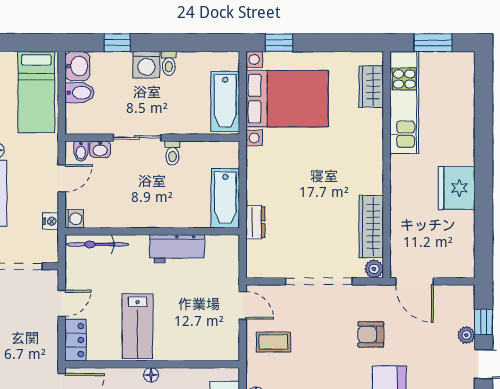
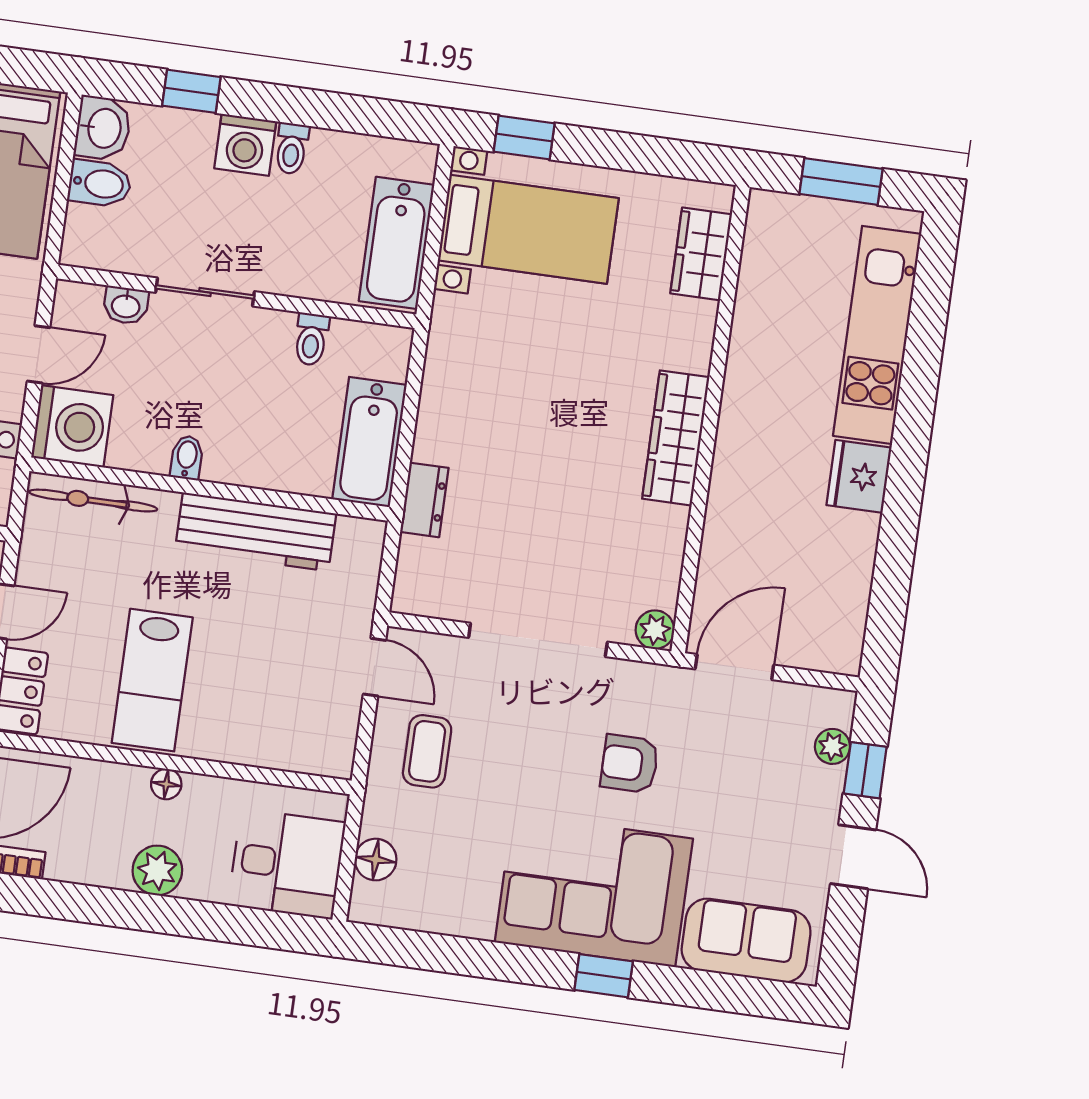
bed with nightstands: (287, 99) -> (528, 229), width x0.73
kitchen unit: (404, 102) -> (877, 335), moved, turned 180
bidet: (81, 151) -> (187, 458), moved, turned 180
toilet: (172, 153) -> (311, 339), moved
fridge: (457, 188) -> (859, 476), width x0.73, depth x0.75
washing machine: (74, 219) -> (72, 426), width x1.89, depth x1.89
wardrobe: (371, 227) -> (676, 438), moved
workbench: (177, 249) -> (256, 532), width x1.37
door: (414, 281) -> (734, 667), swing flipped
plant: (466, 335) -> (832, 746), moved
coffee table: (273, 342) -> (427, 751), turned 90

